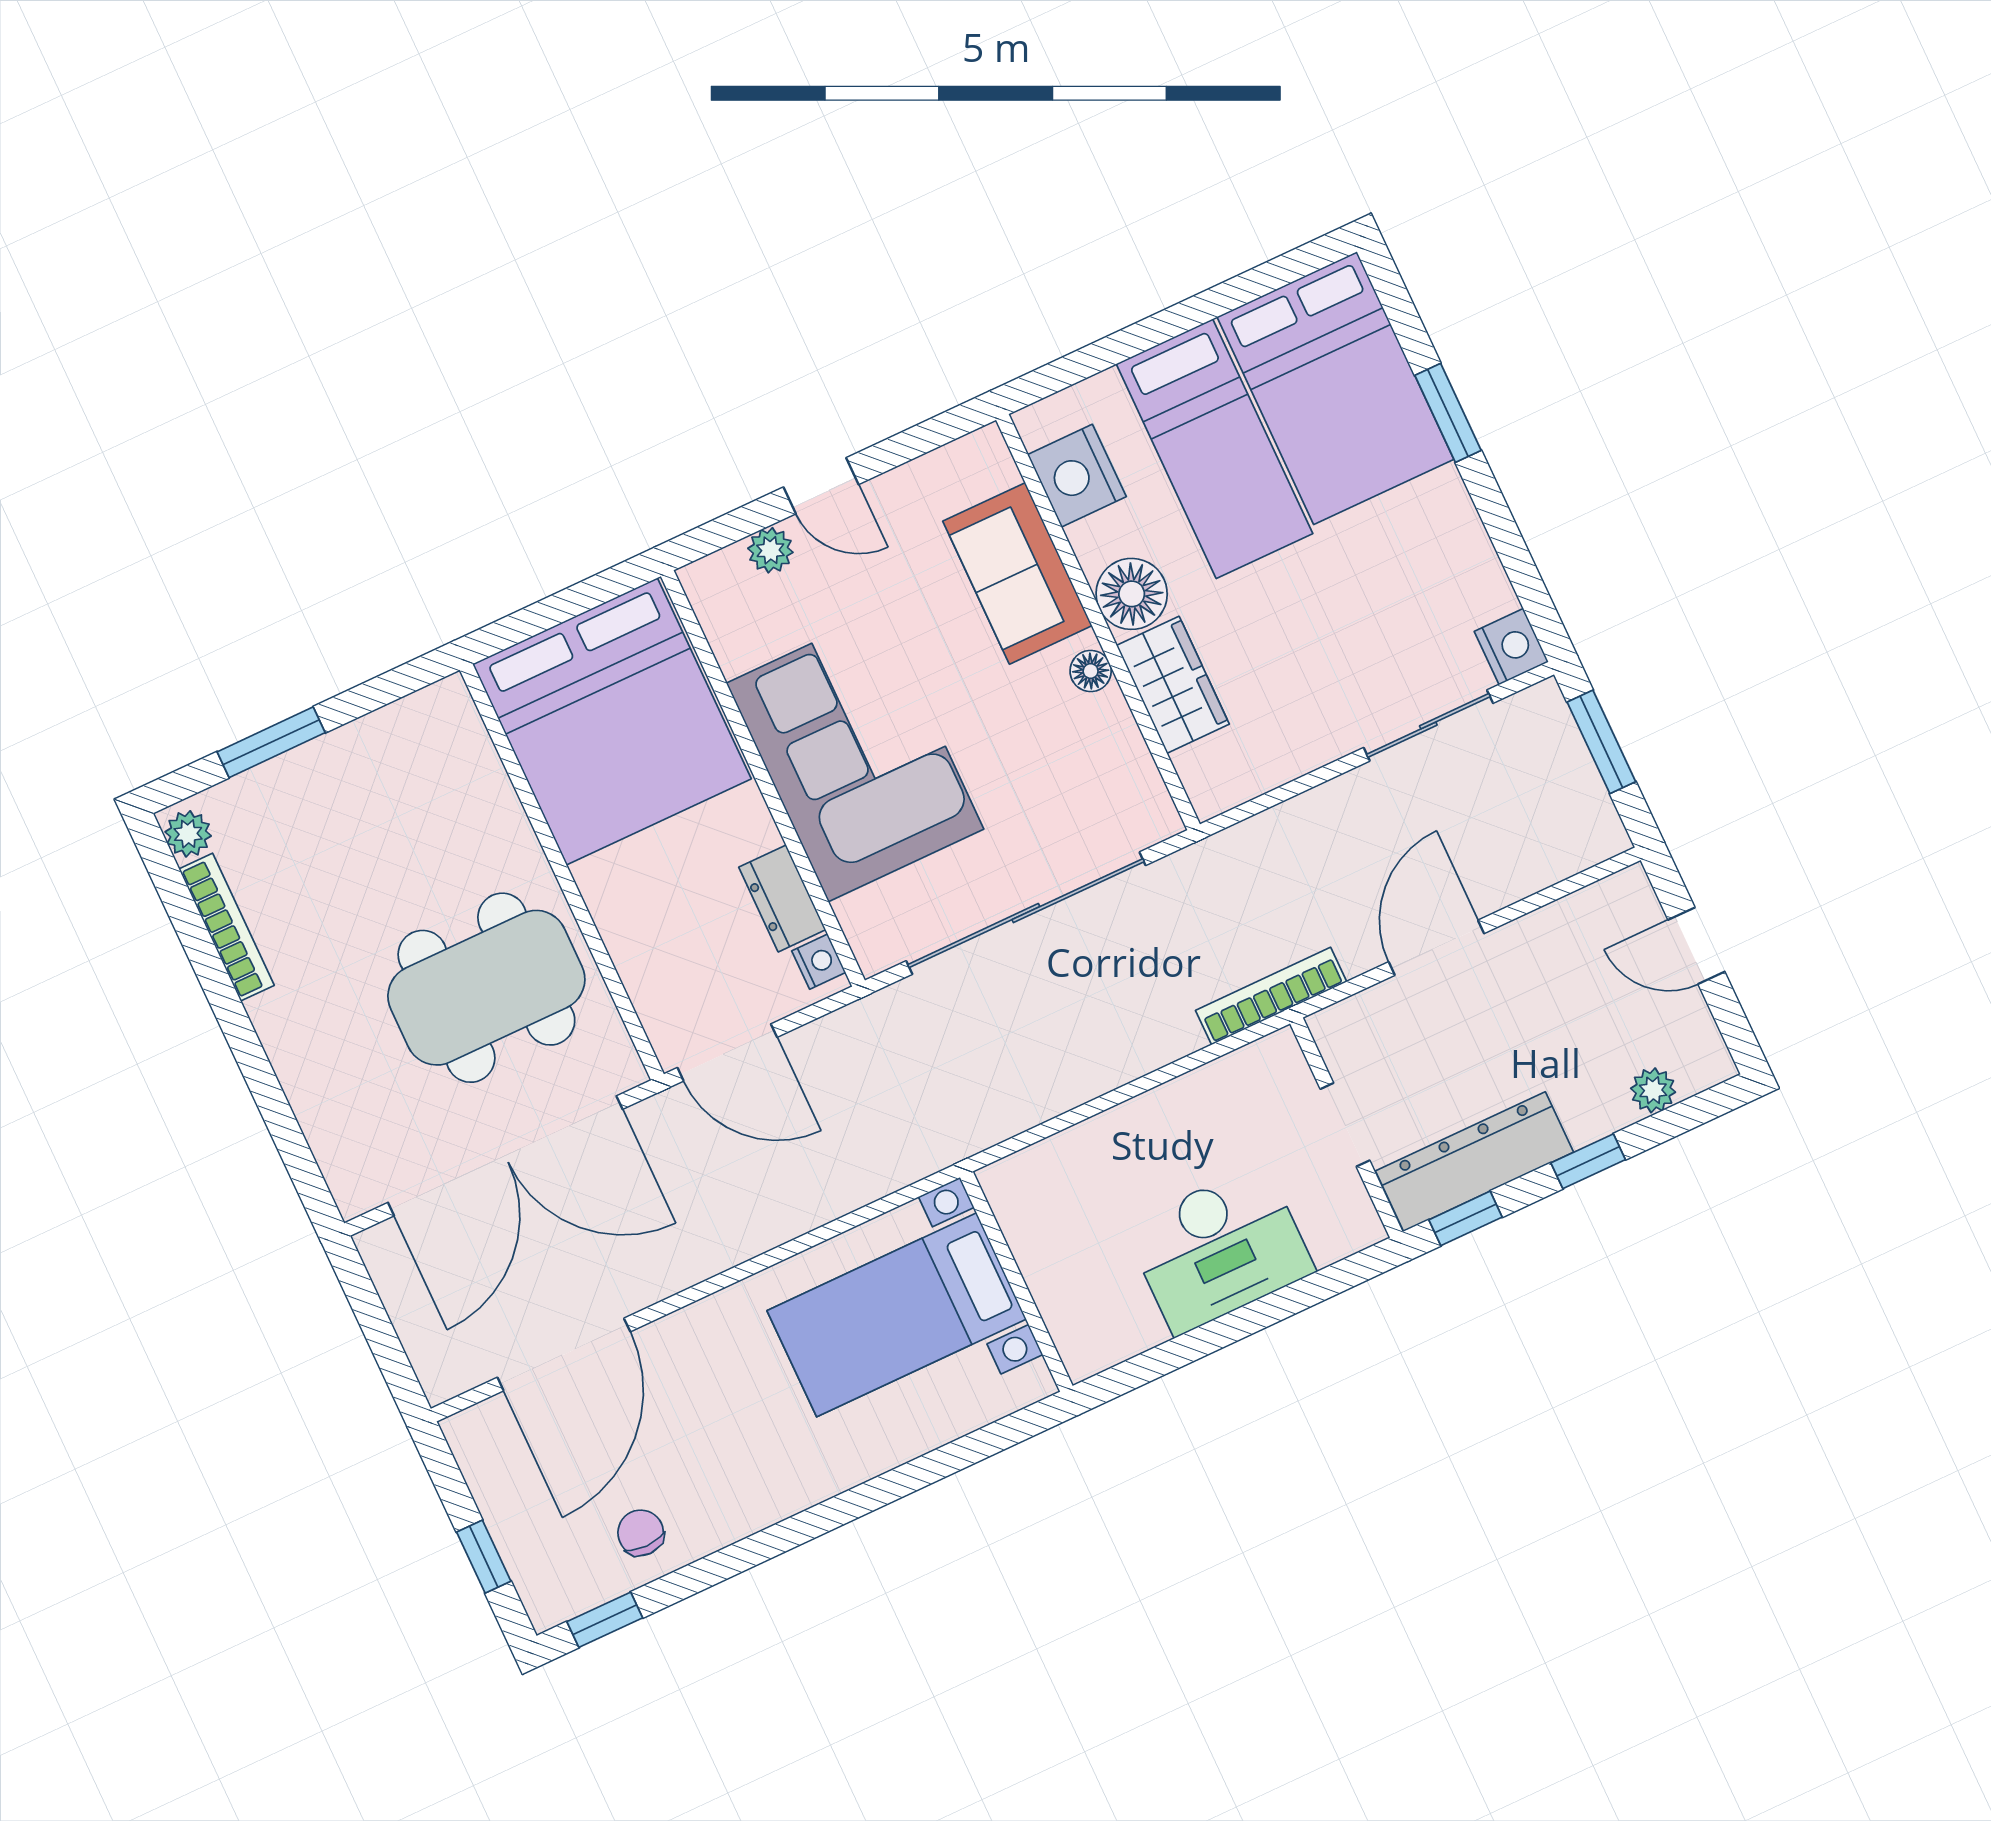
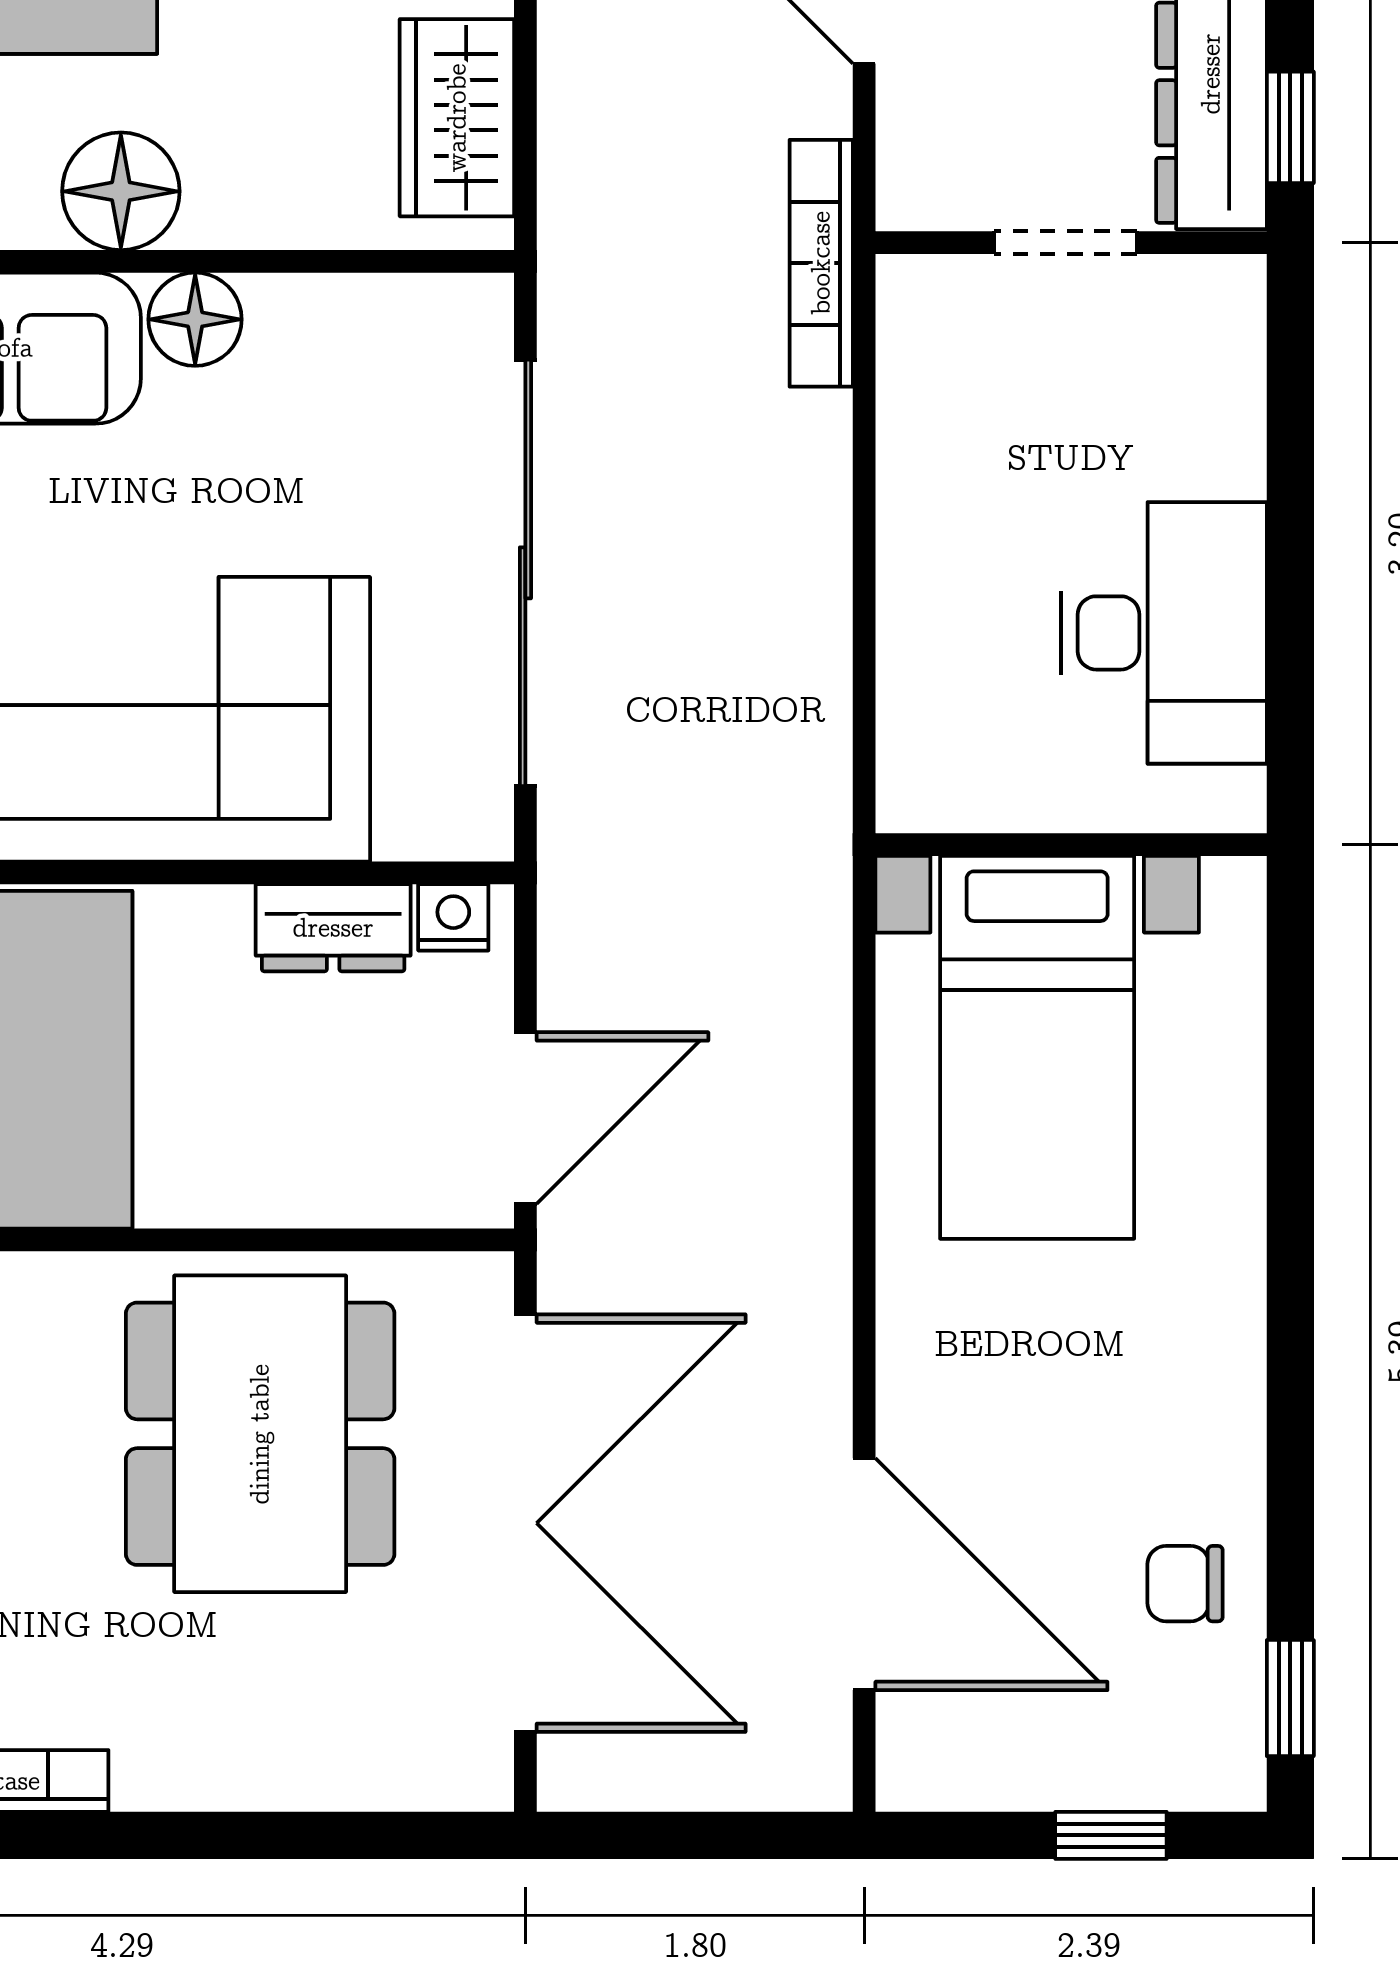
floor lamp: (1091, 671) -> (195, 319), width x1.37, depth x1.37
wardrobe: (1173, 685) -> (457, 118), moved, turned -90
desk: (1220, 1249) -> (1164, 633), moved

